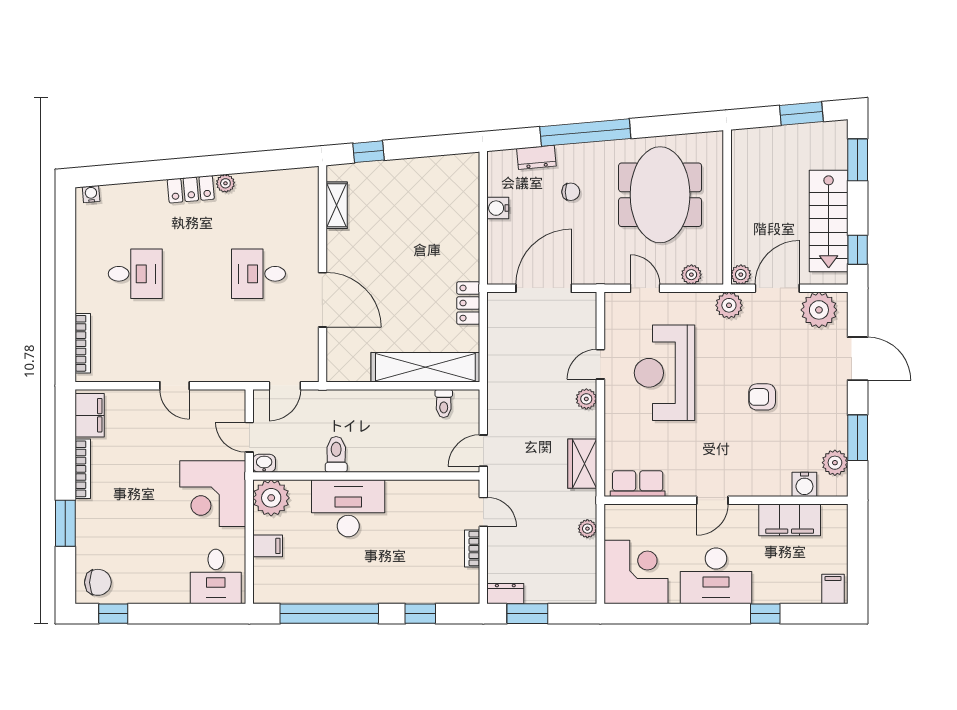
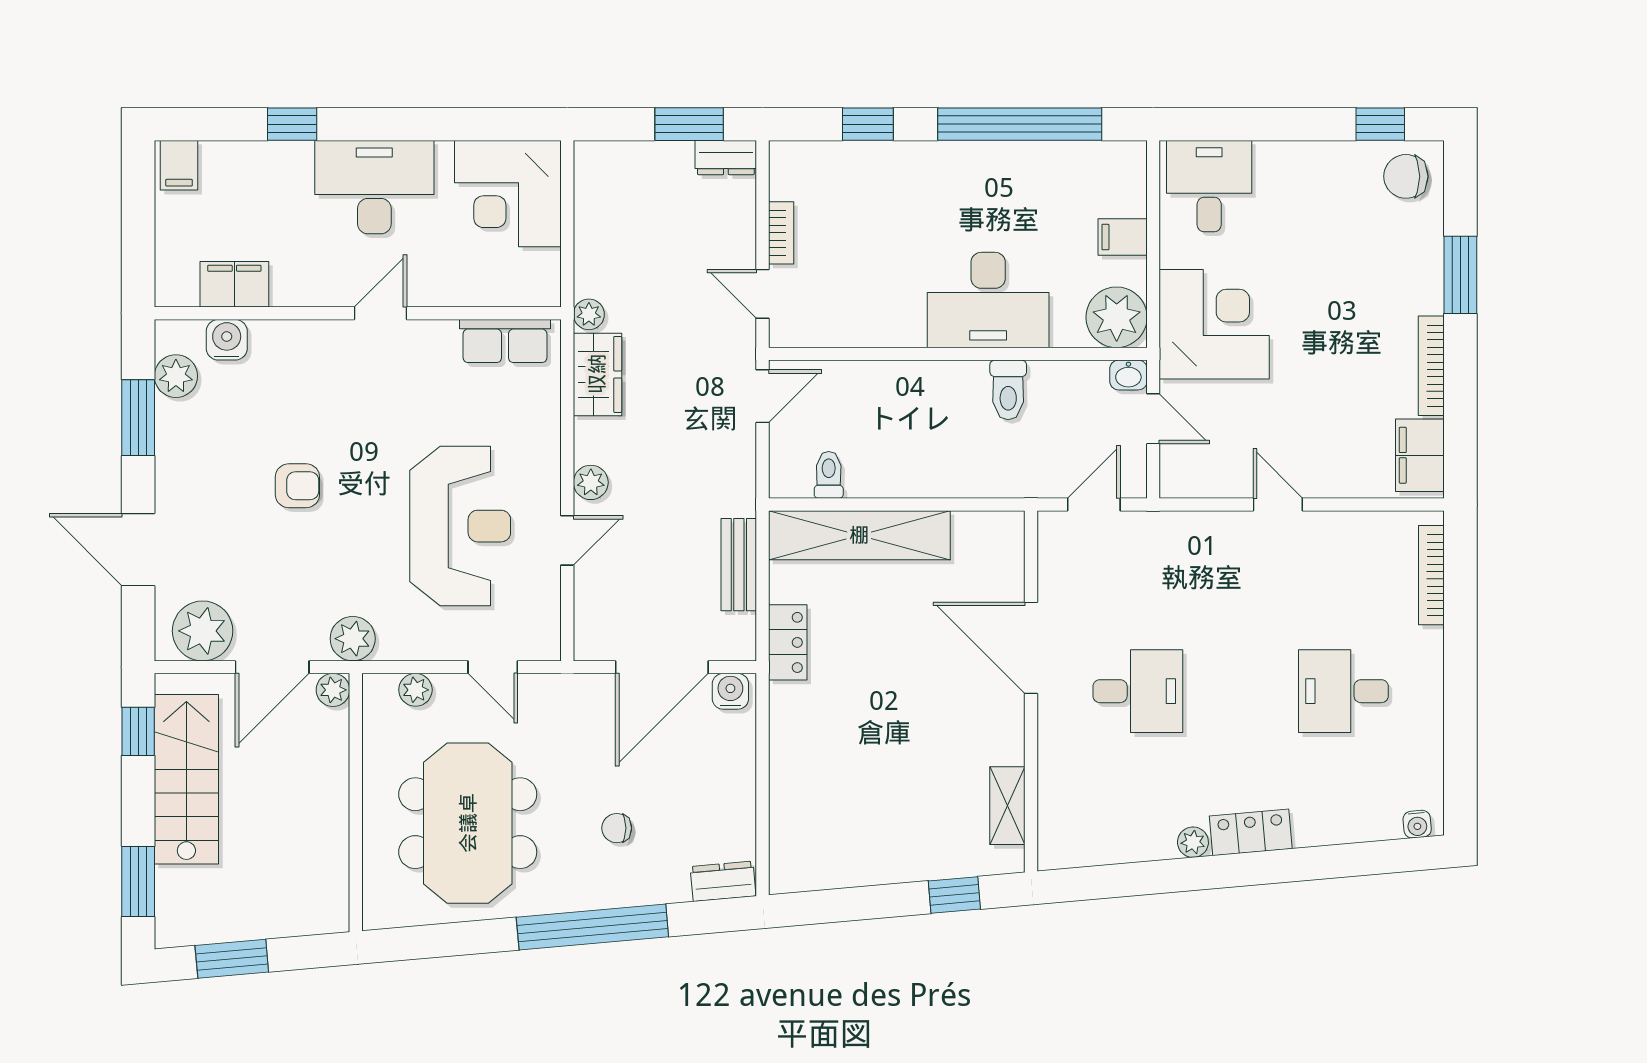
dresser: (536, 157) -> (723, 881), moved
water cooler: (498, 208) -> (730, 691), moved, turned -90
bench: (498, 350) -> (739, 565), added
filing cabinet: (790, 520) -> (234, 284), width x0.67, depth x0.86
plant: (587, 529) -> (589, 314), moved

